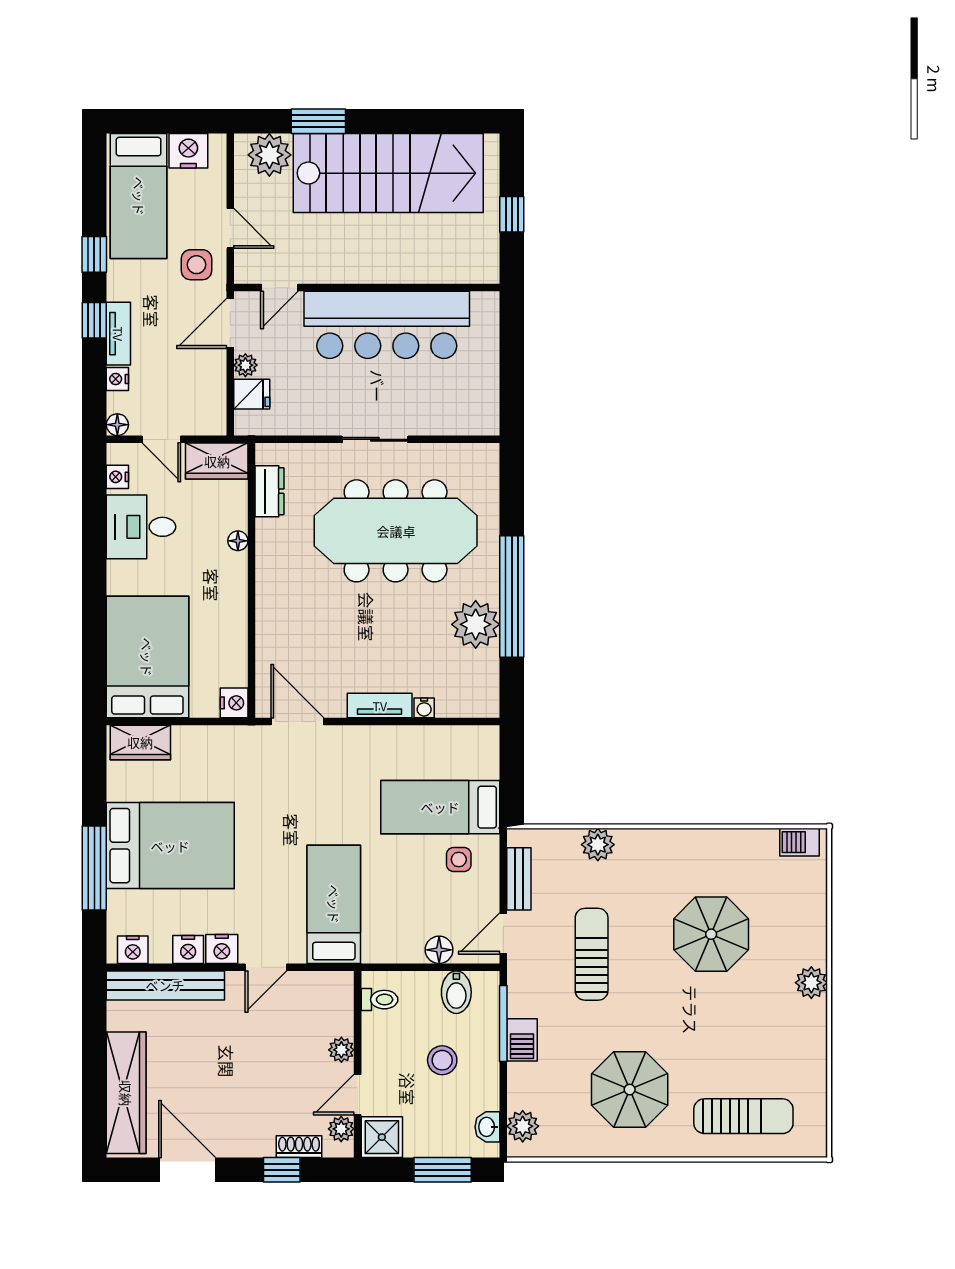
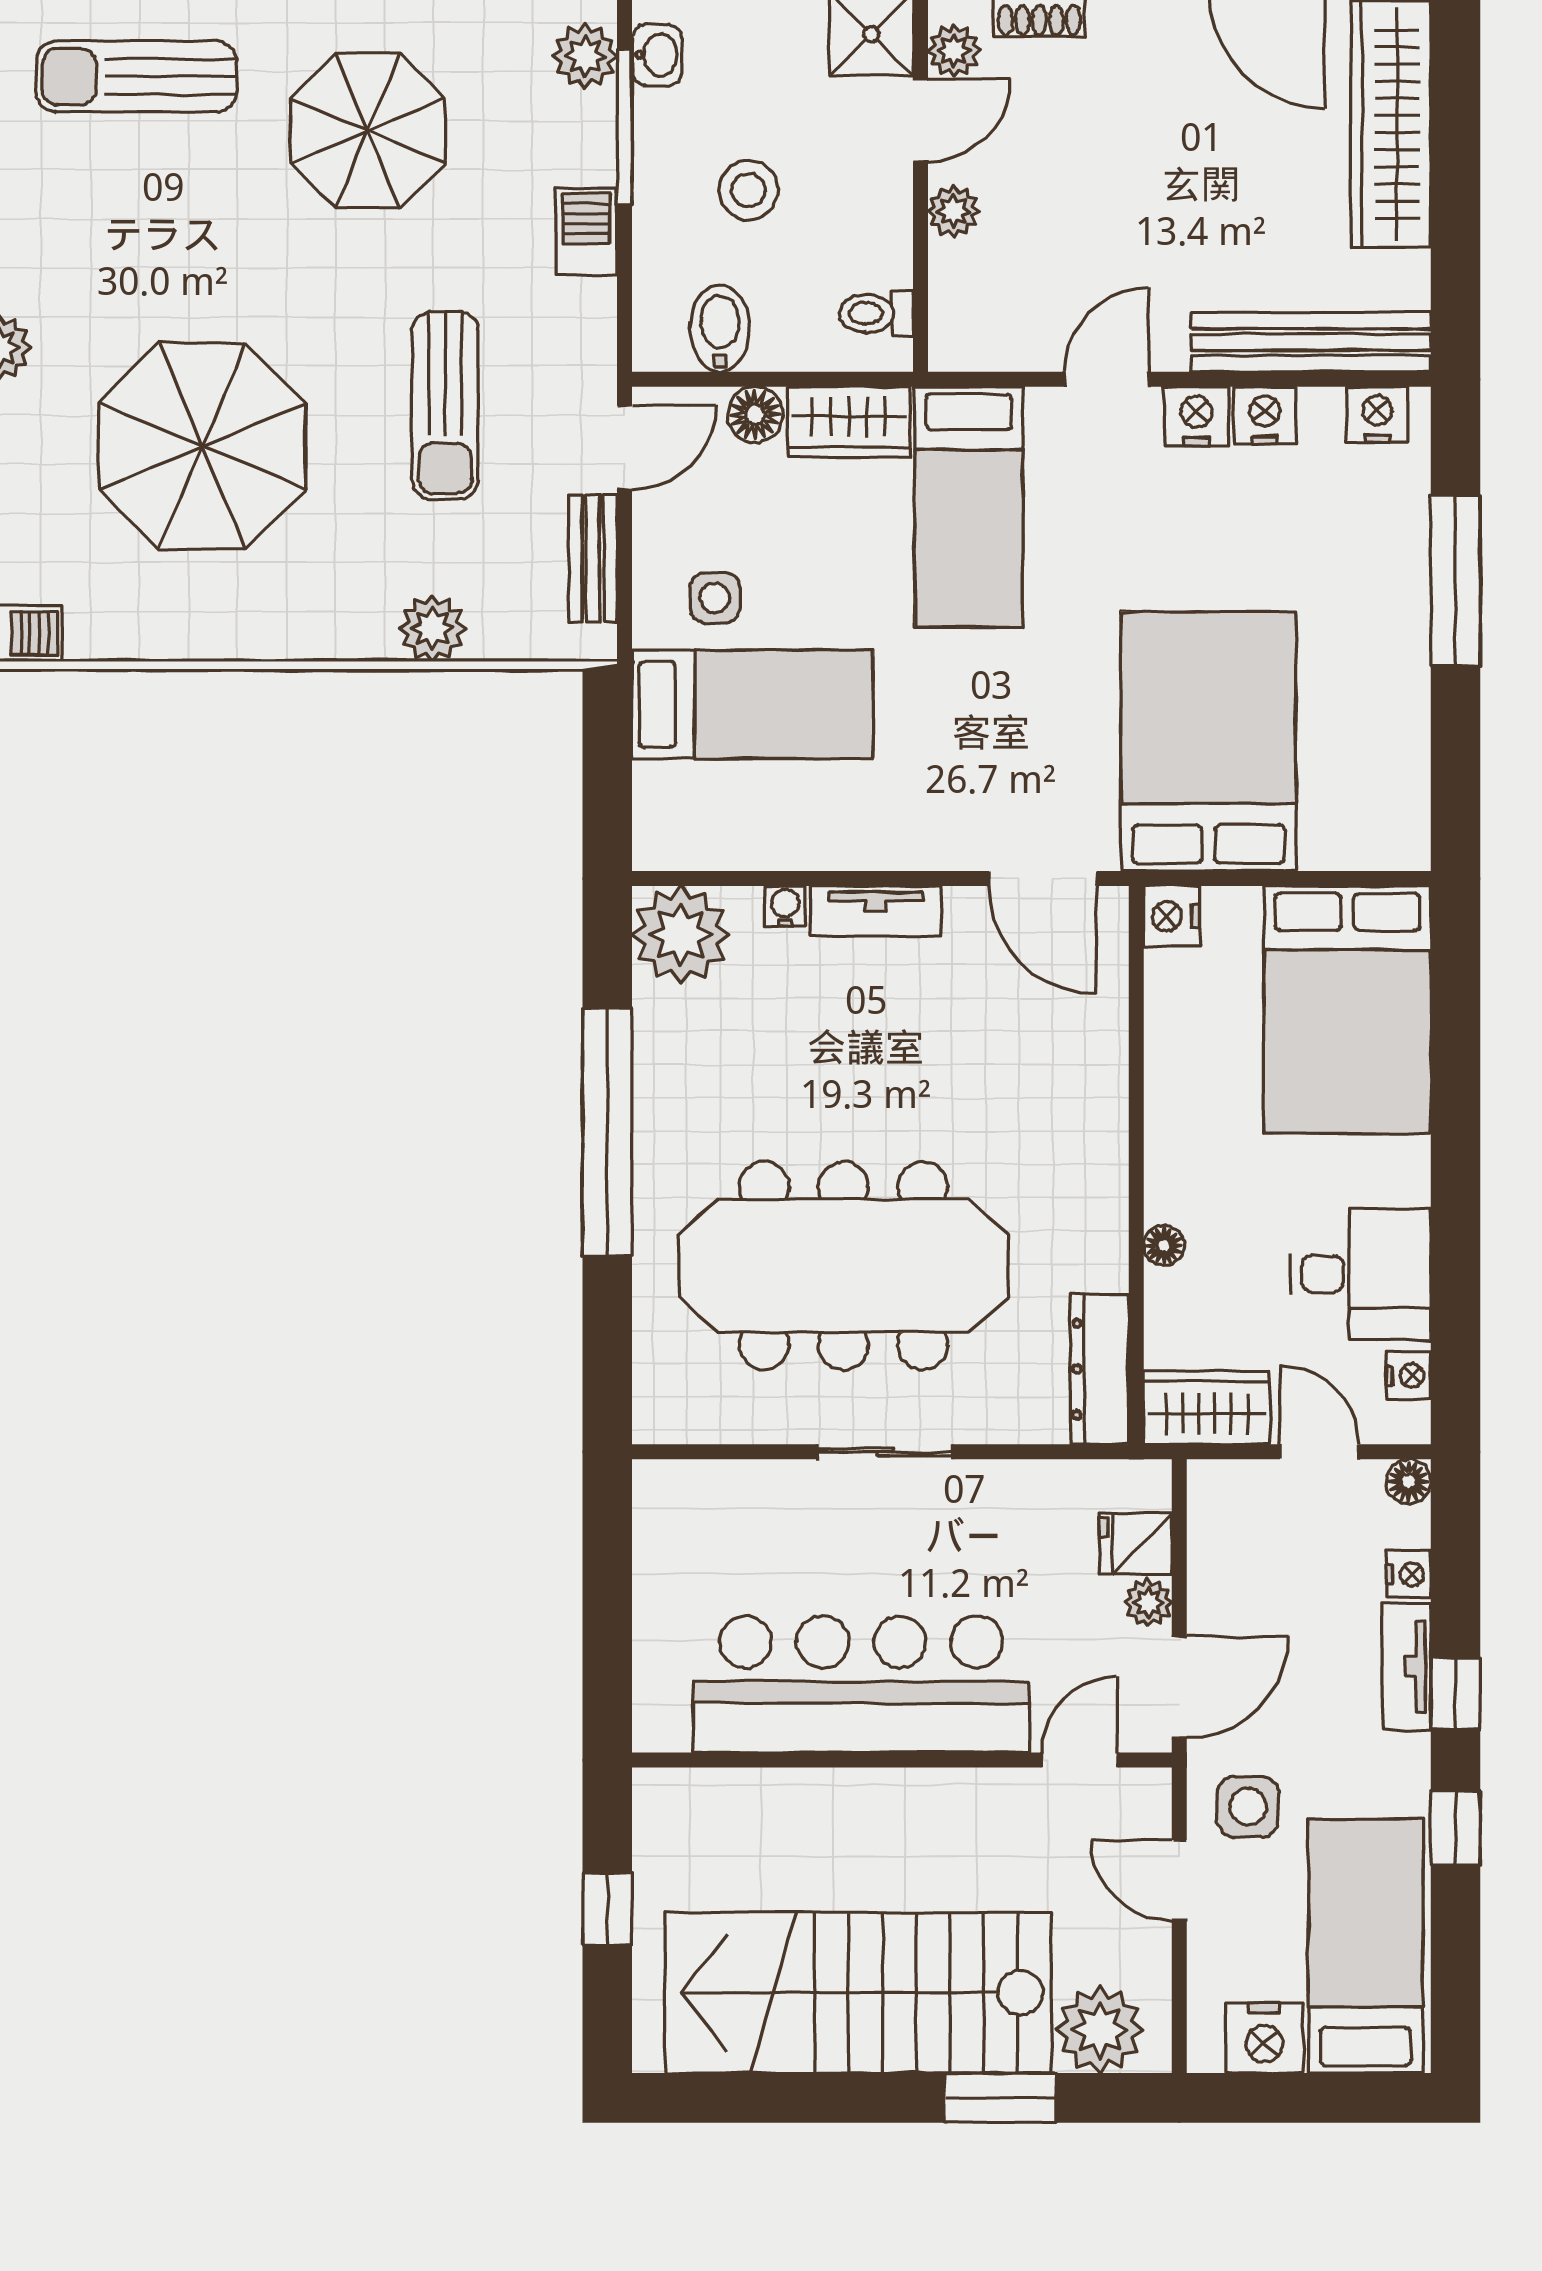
dresser: (269, 491) -> (1099, 1369), width x1.44
plant: (476, 624) -> (681, 935), moved
wardrobe: (140, 742) -> (849, 422), moved, turned 180
bed: (170, 846) -> (1208, 742), moved, turned 90
parasol: (711, 934) -> (202, 446), width x1.36, depth x1.36
window: (503, 1024) -> (625, 127), moved

